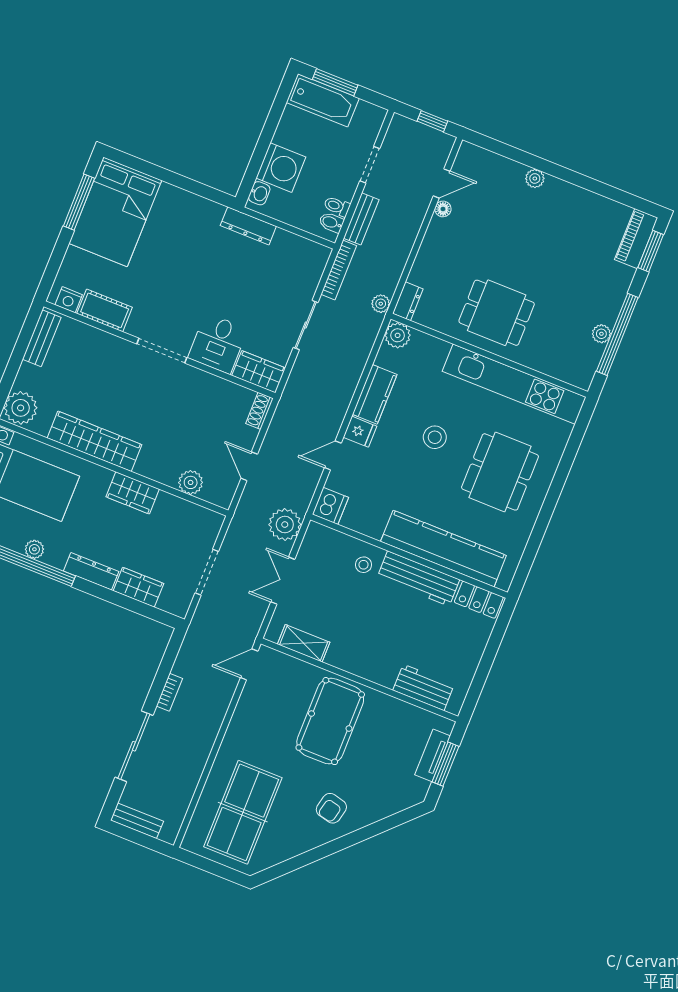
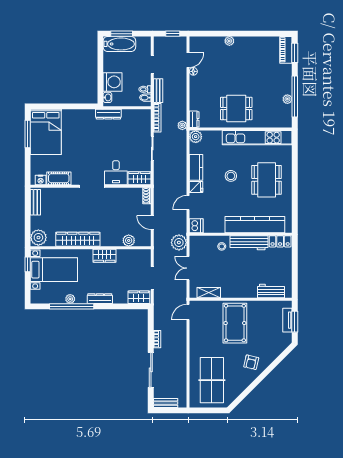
wardrobe: (138, 587) -> (139, 297), moved

